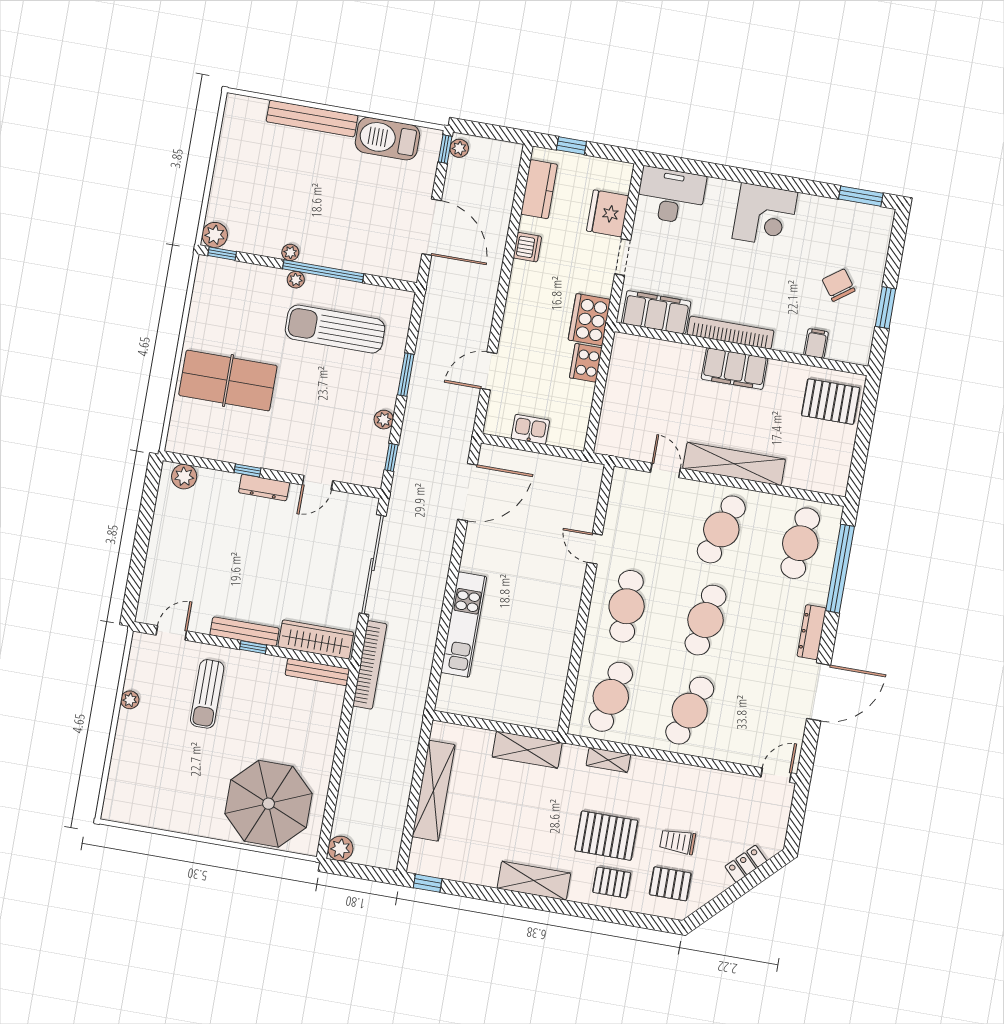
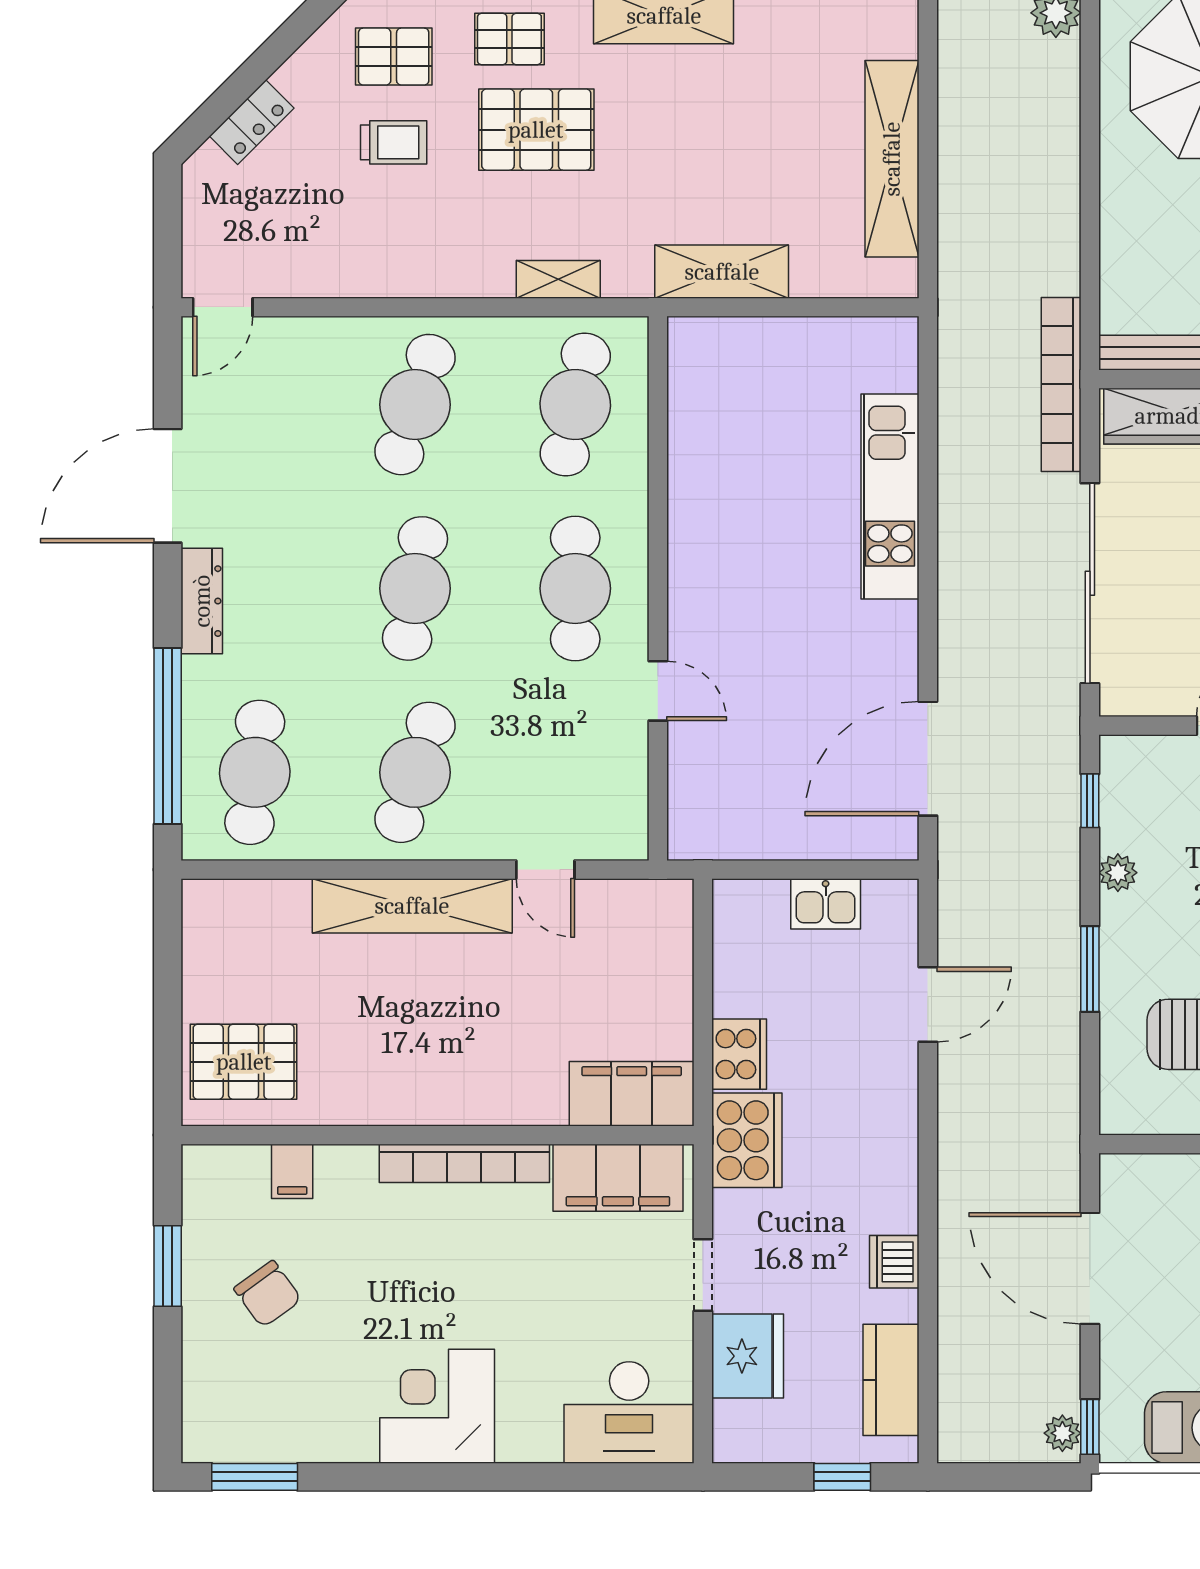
filing cabinet: (735, 369) -> (632, 1094), moved

